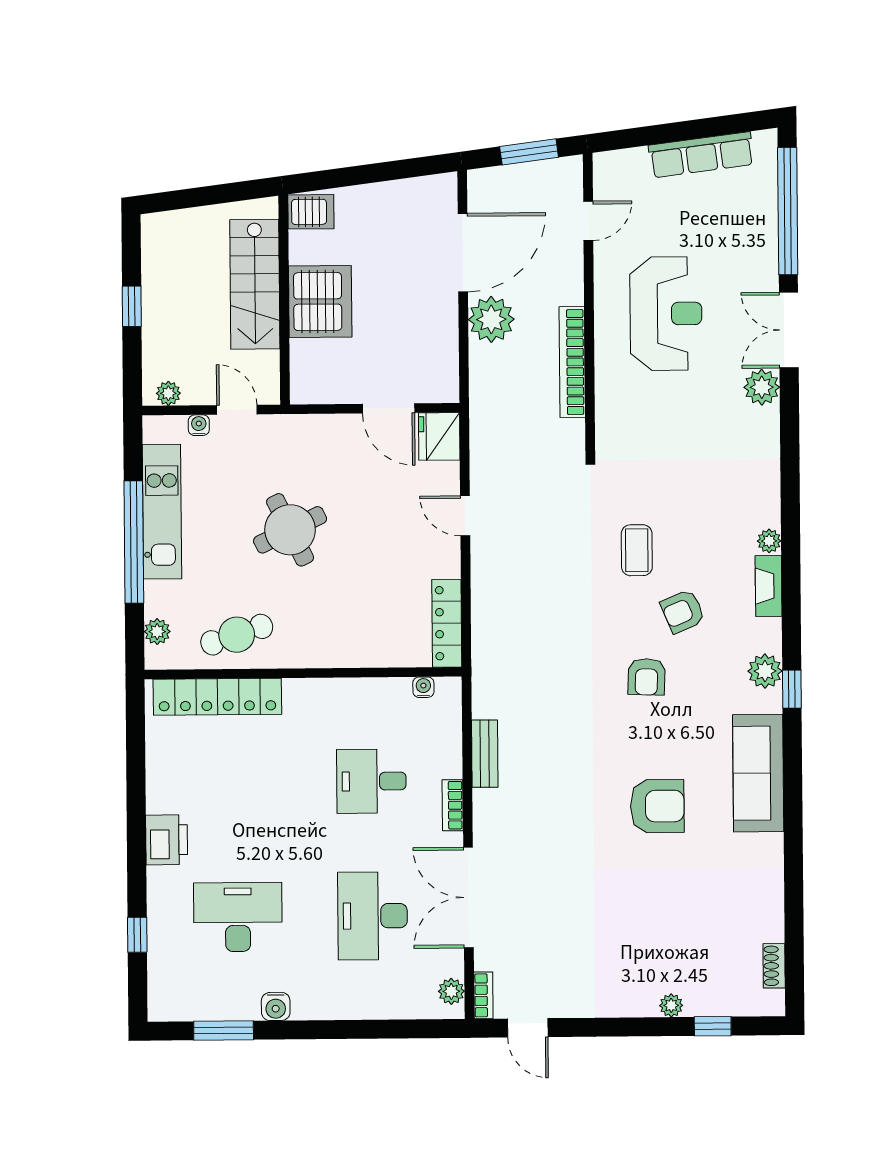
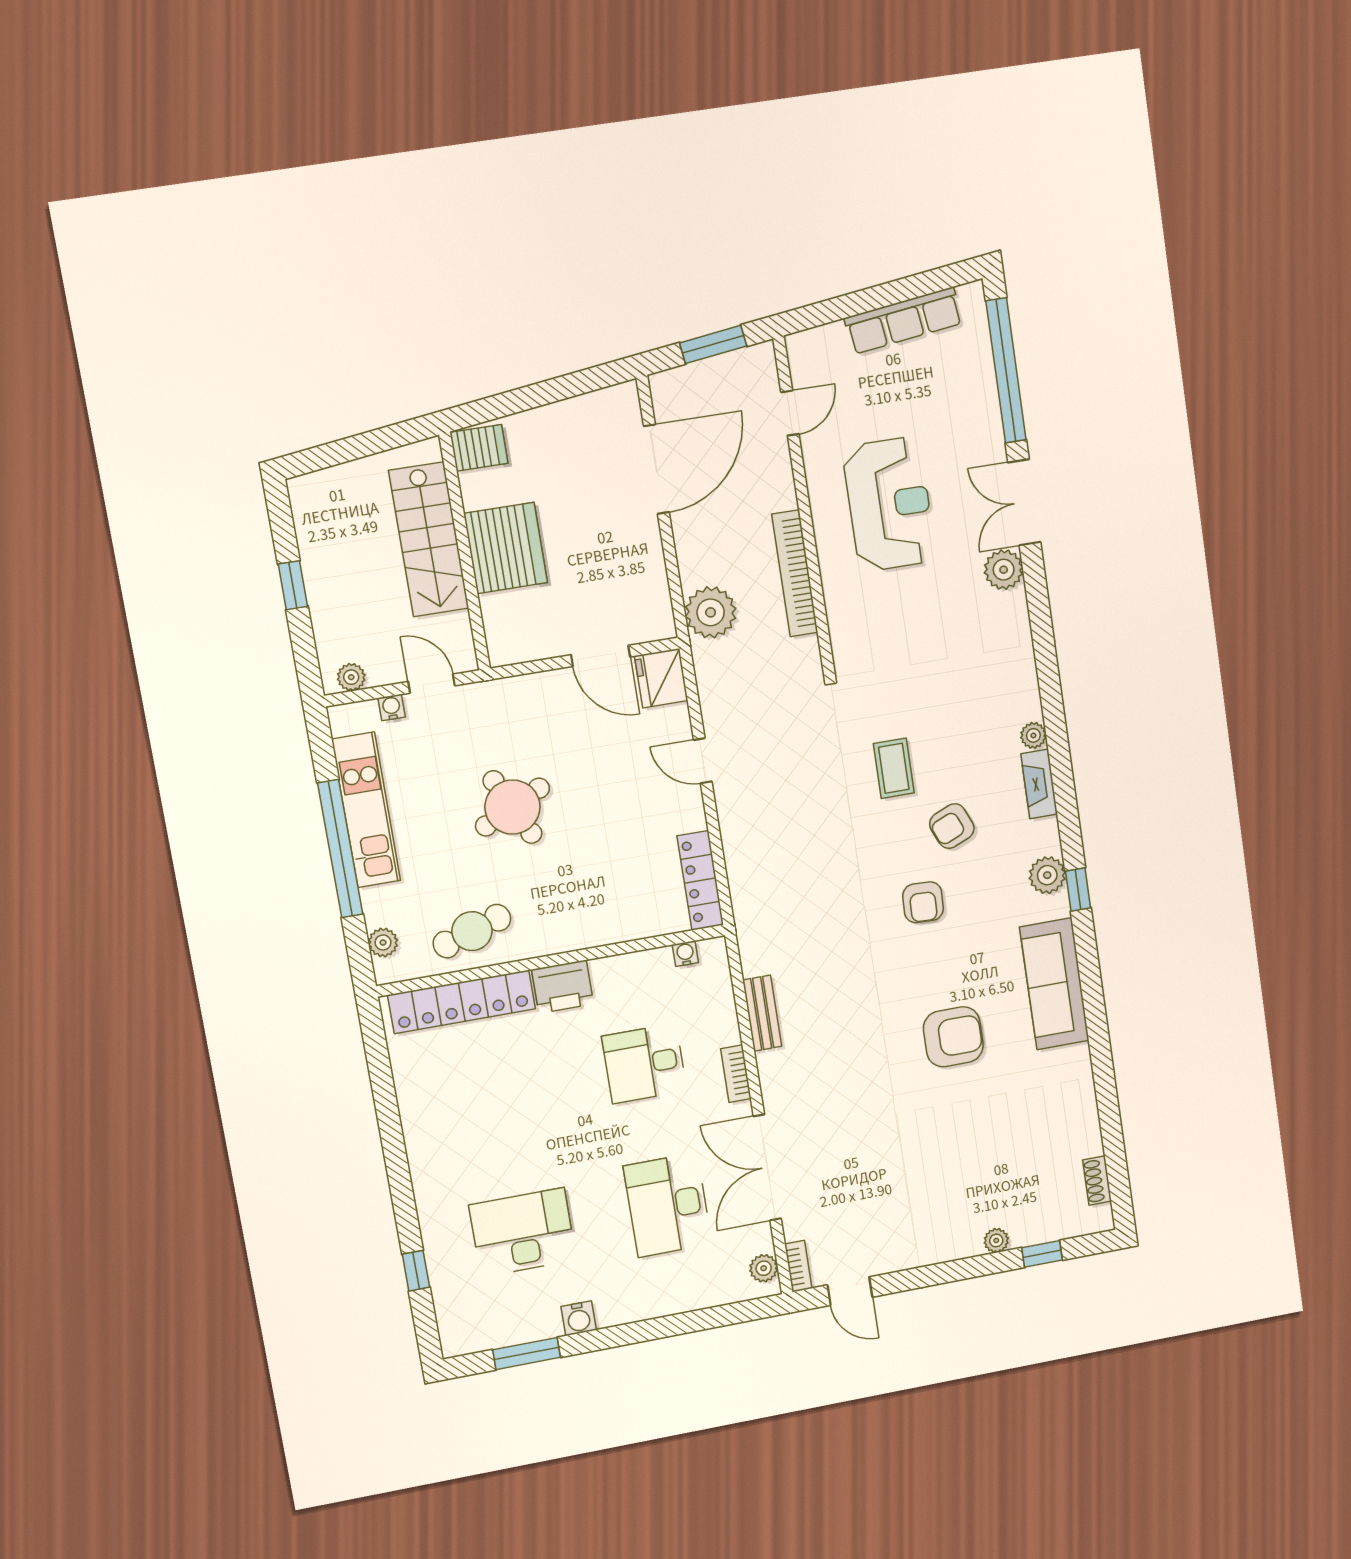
plant: (491, 319) -> (711, 612), moved
printer: (167, 840) -> (563, 987), moved, turned 90

